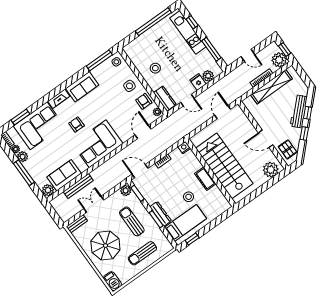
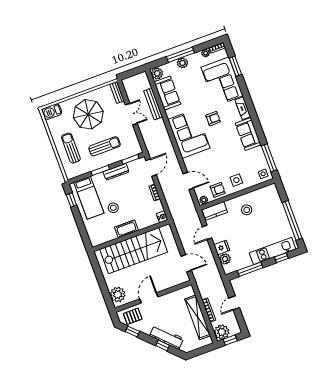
window: (304, 134) -> (132, 331), moved
plant: (23, 157) -> (182, 63), moved
plant: (126, 191) -> (136, 149), removed
dresser: (161, 214) -> (116, 172), moved

